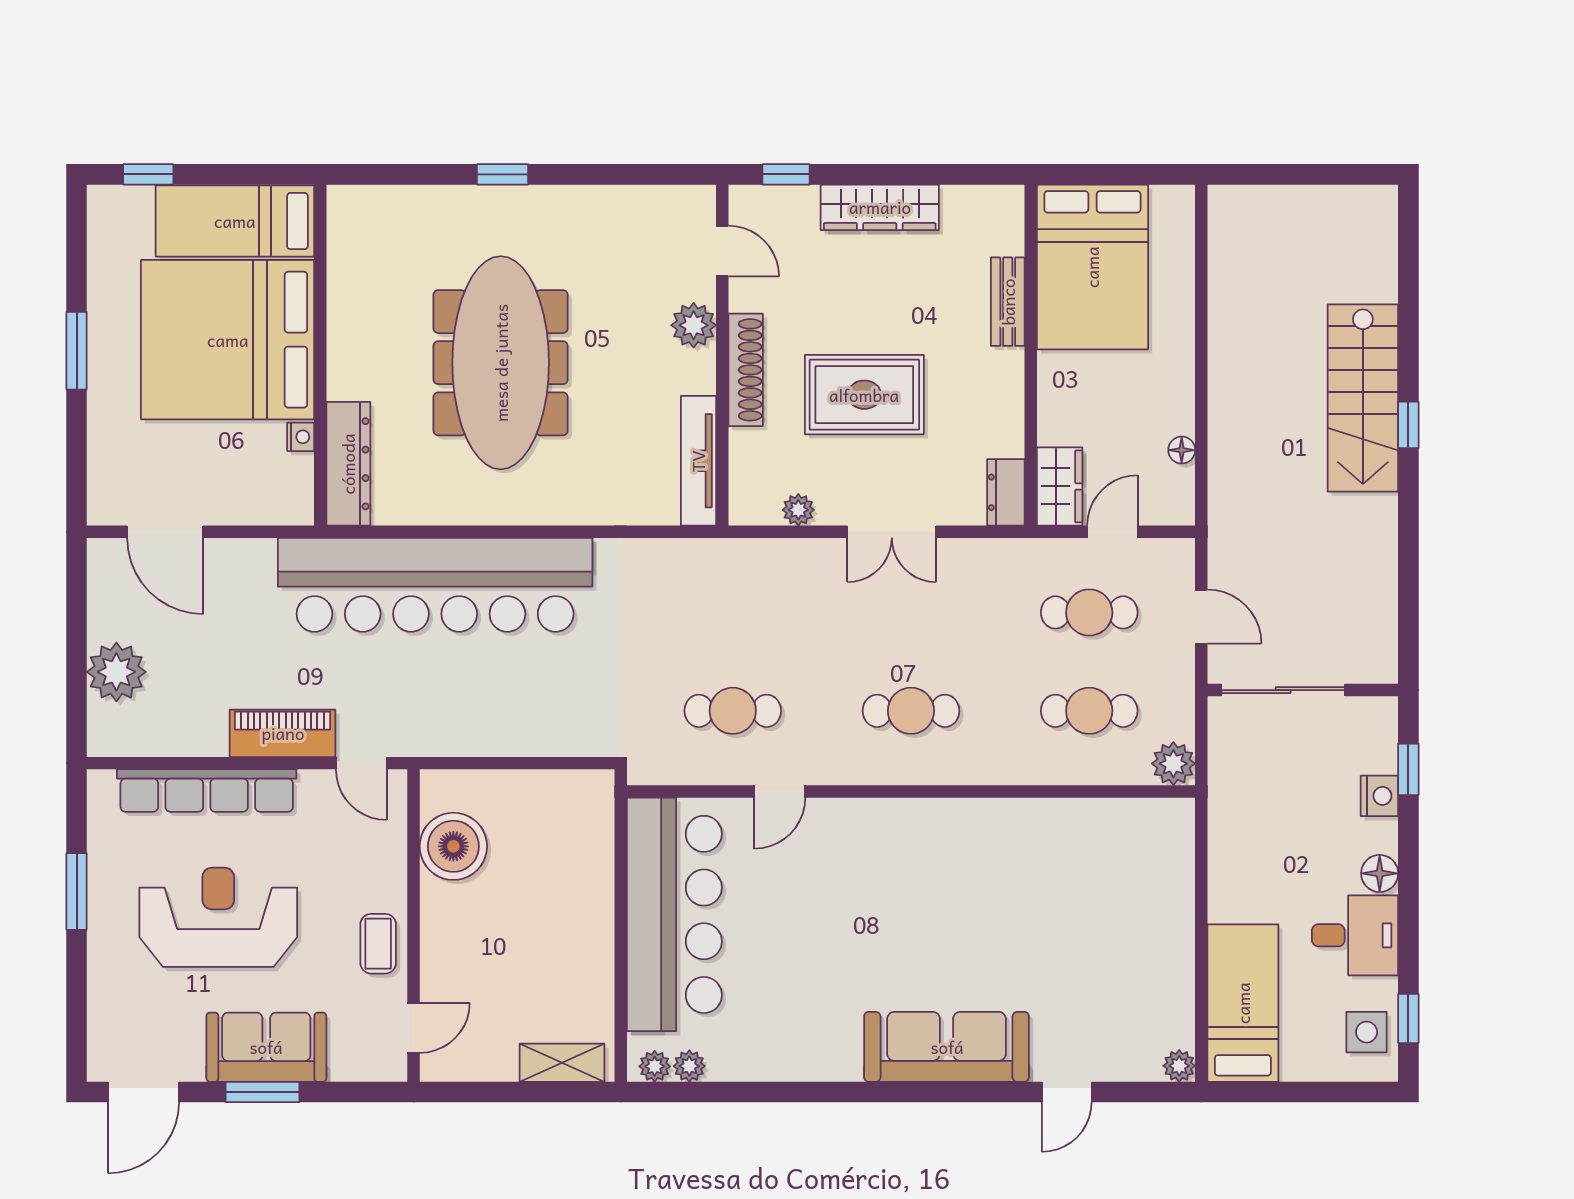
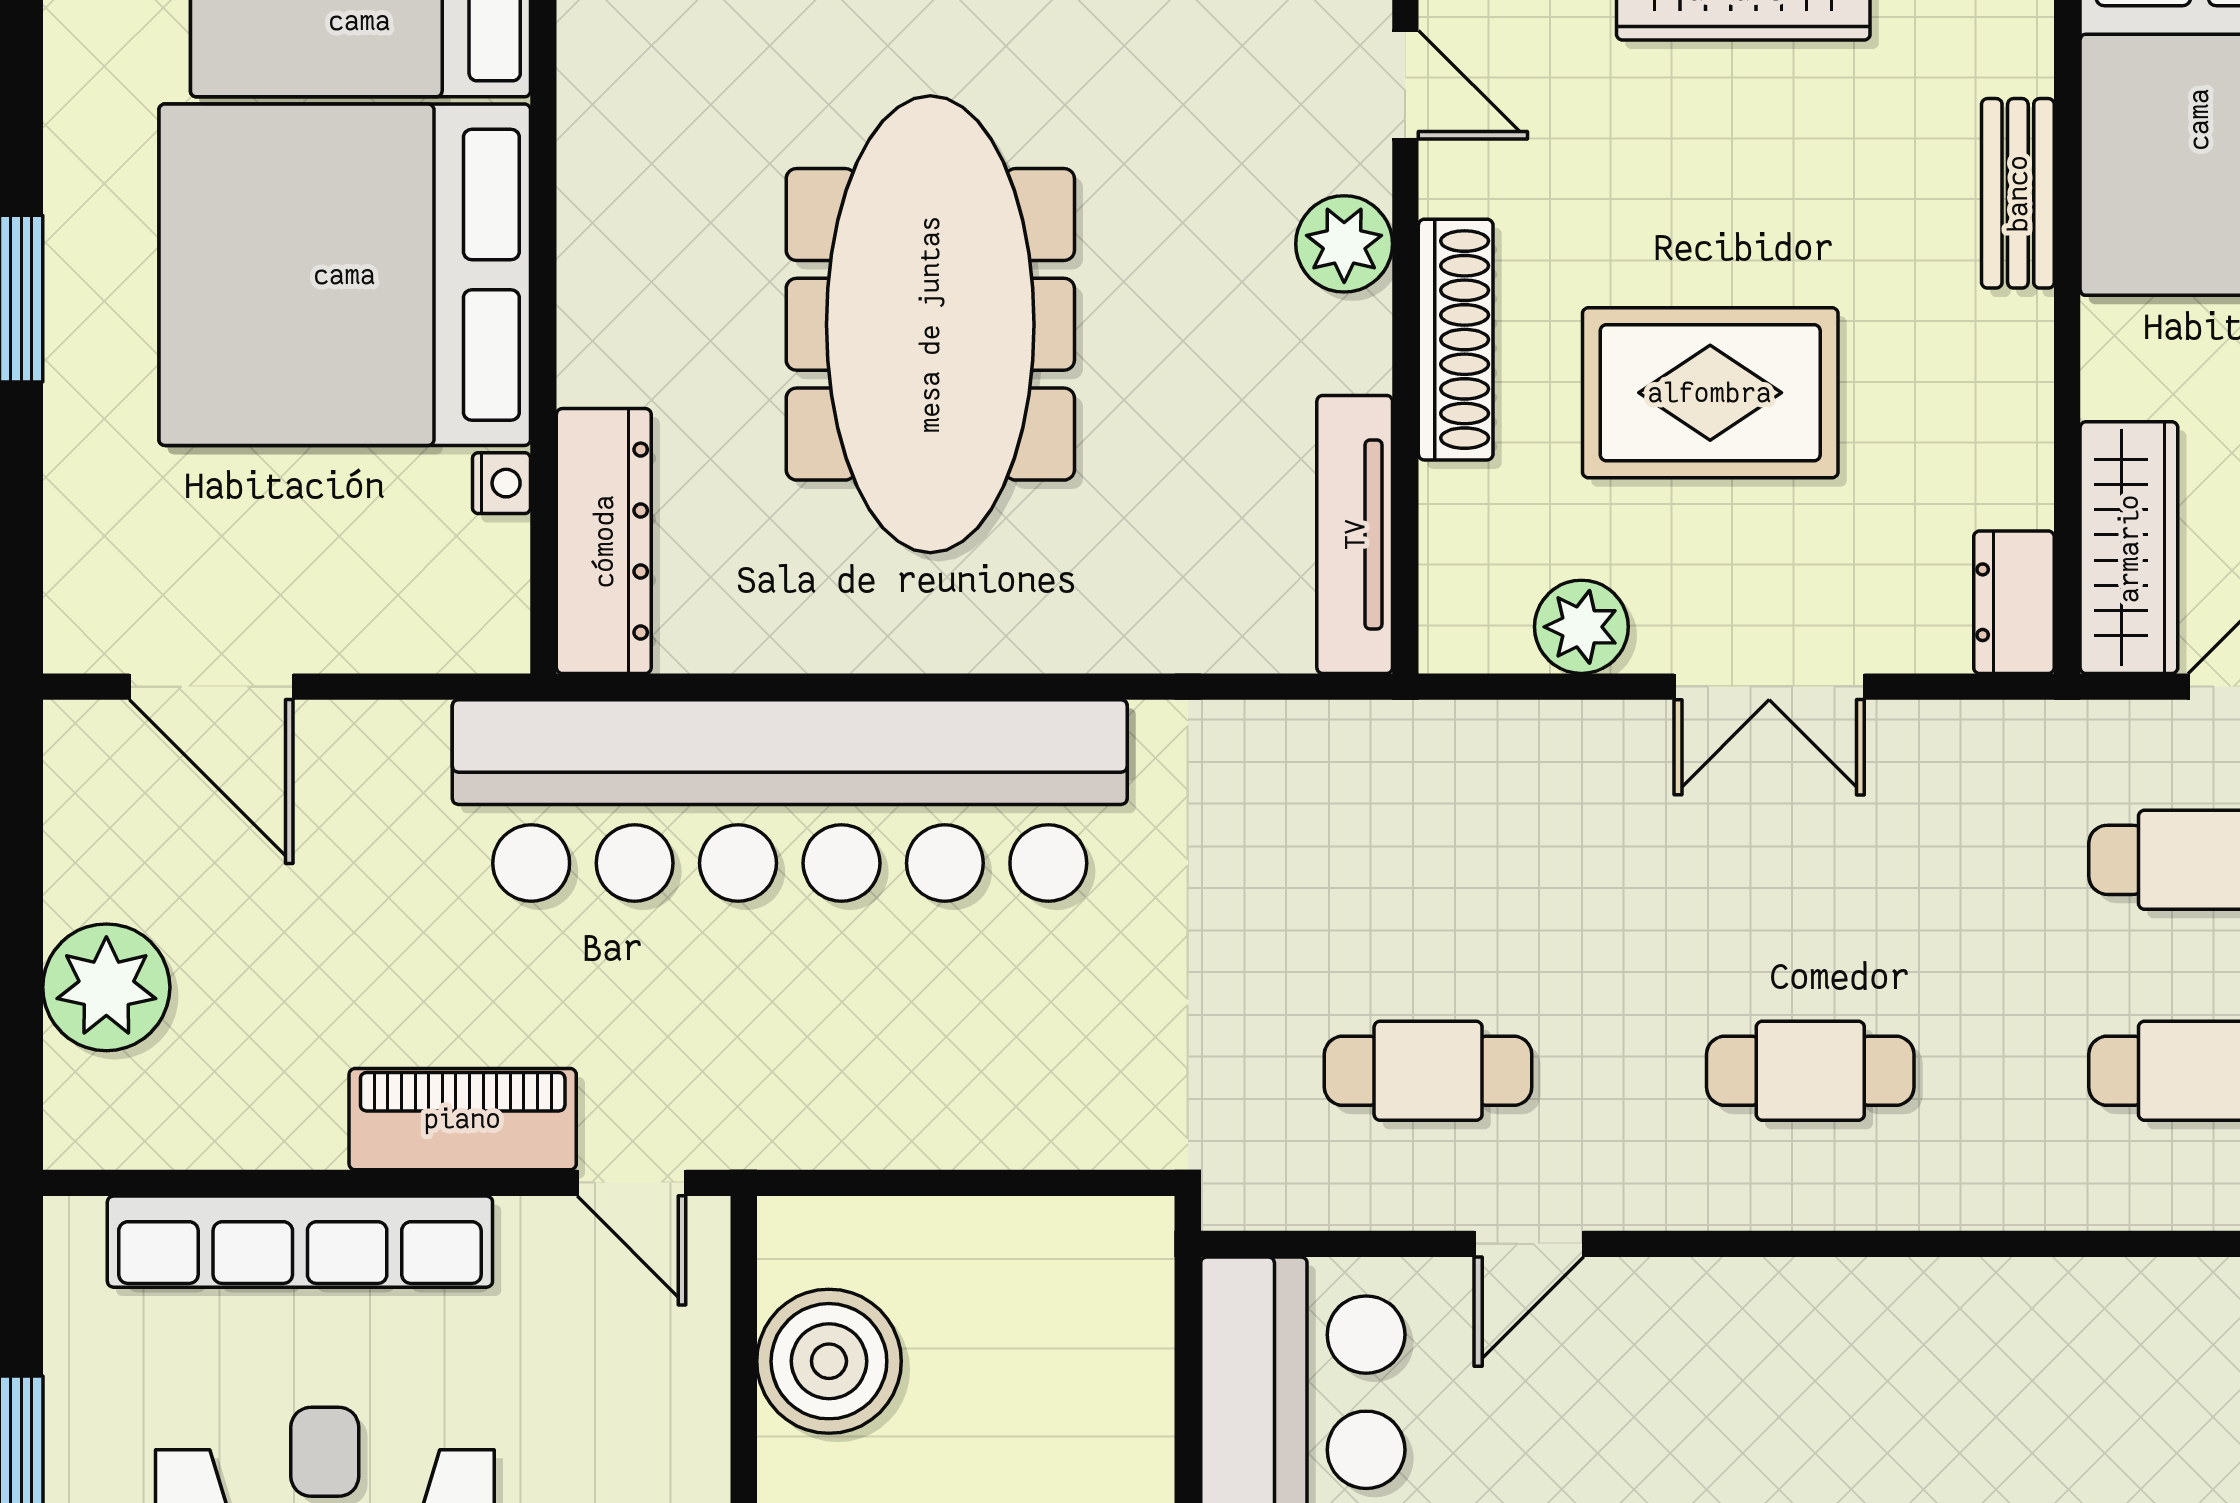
wardrobe: (1060, 486) -> (2129, 548), width x1.50
plant: (798, 510) -> (1581, 627), width x1.38, depth x1.38

